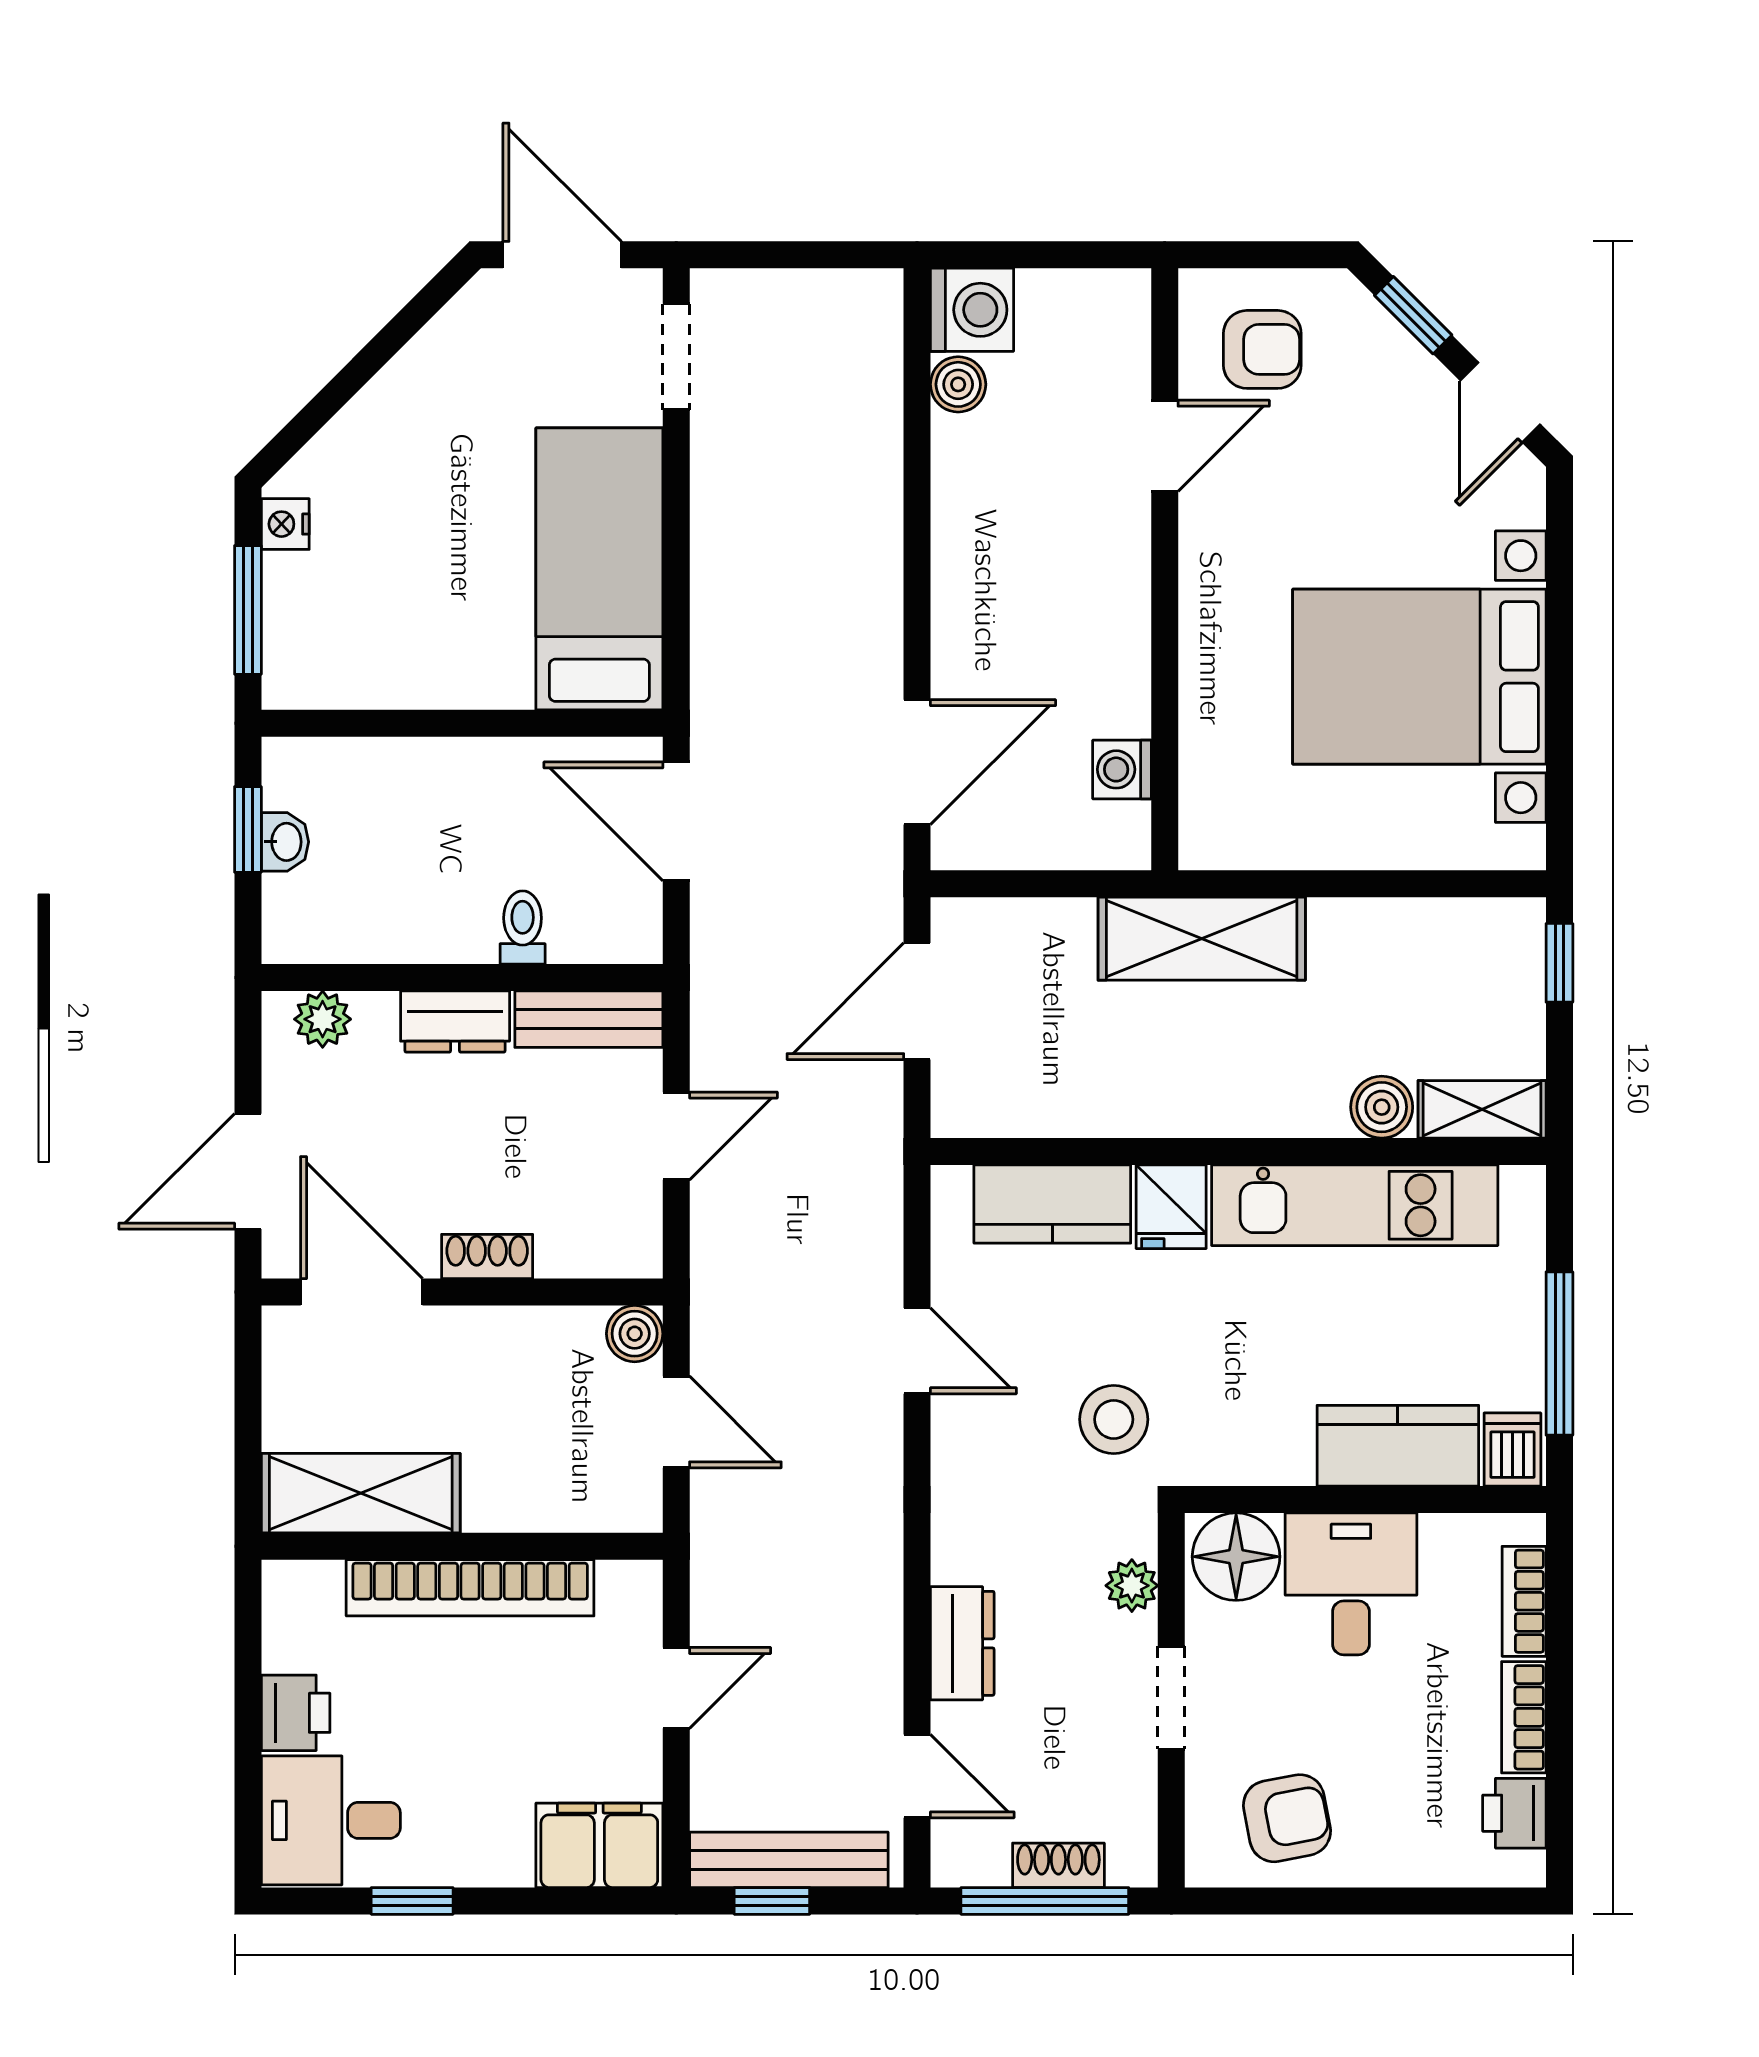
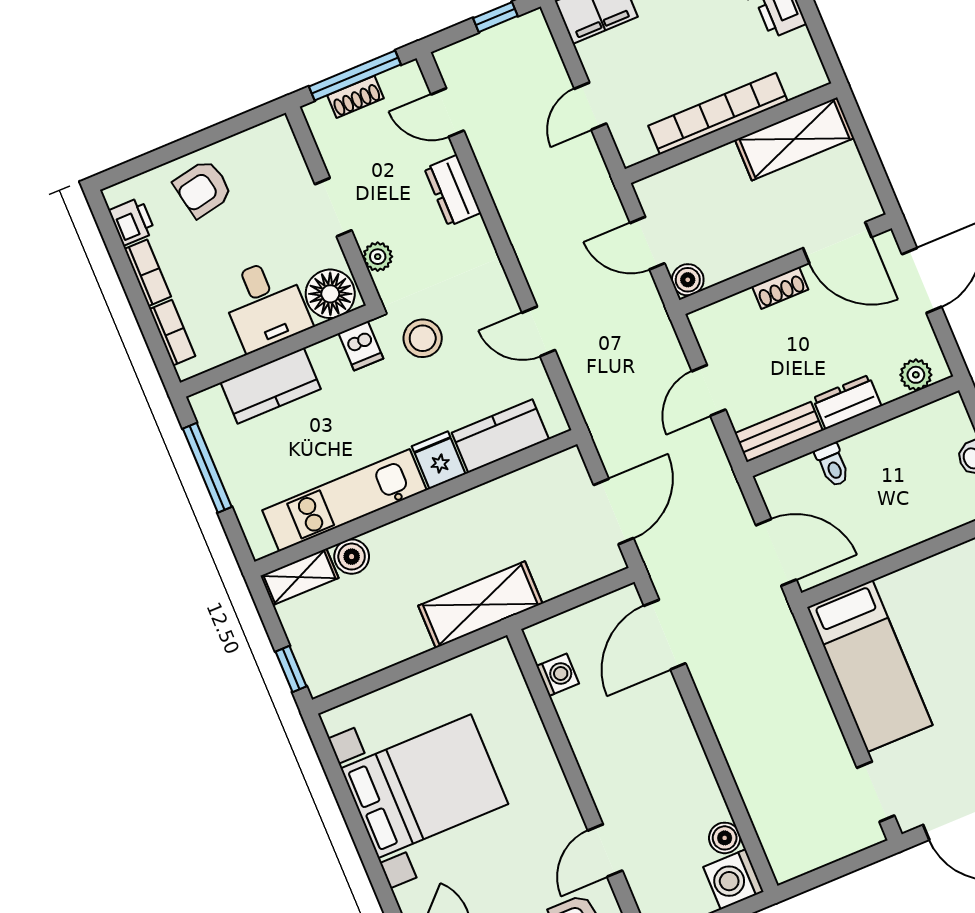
dishwasher: (1512, 1449) -> (361, 346), moved
armchair: (1287, 1818) -> (203, 189), moved
bench: (789, 1860) -> (496, 42), removed

